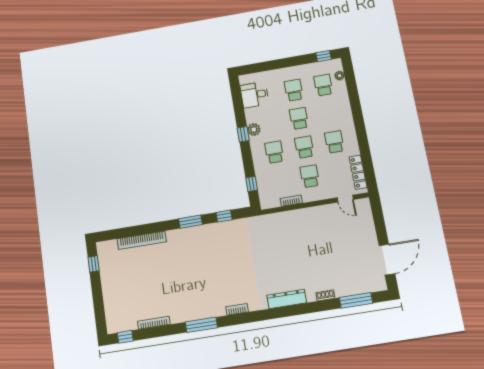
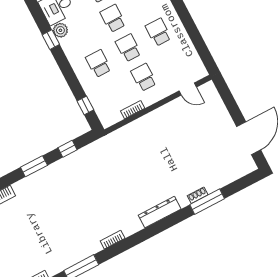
plant: (254, 130) -> (60, 30), moved
window: (243, 134) -> (51, 40), moved
locker: (358, 172) -> (193, 57), removed
window: (356, 300) -> (207, 202), moved

